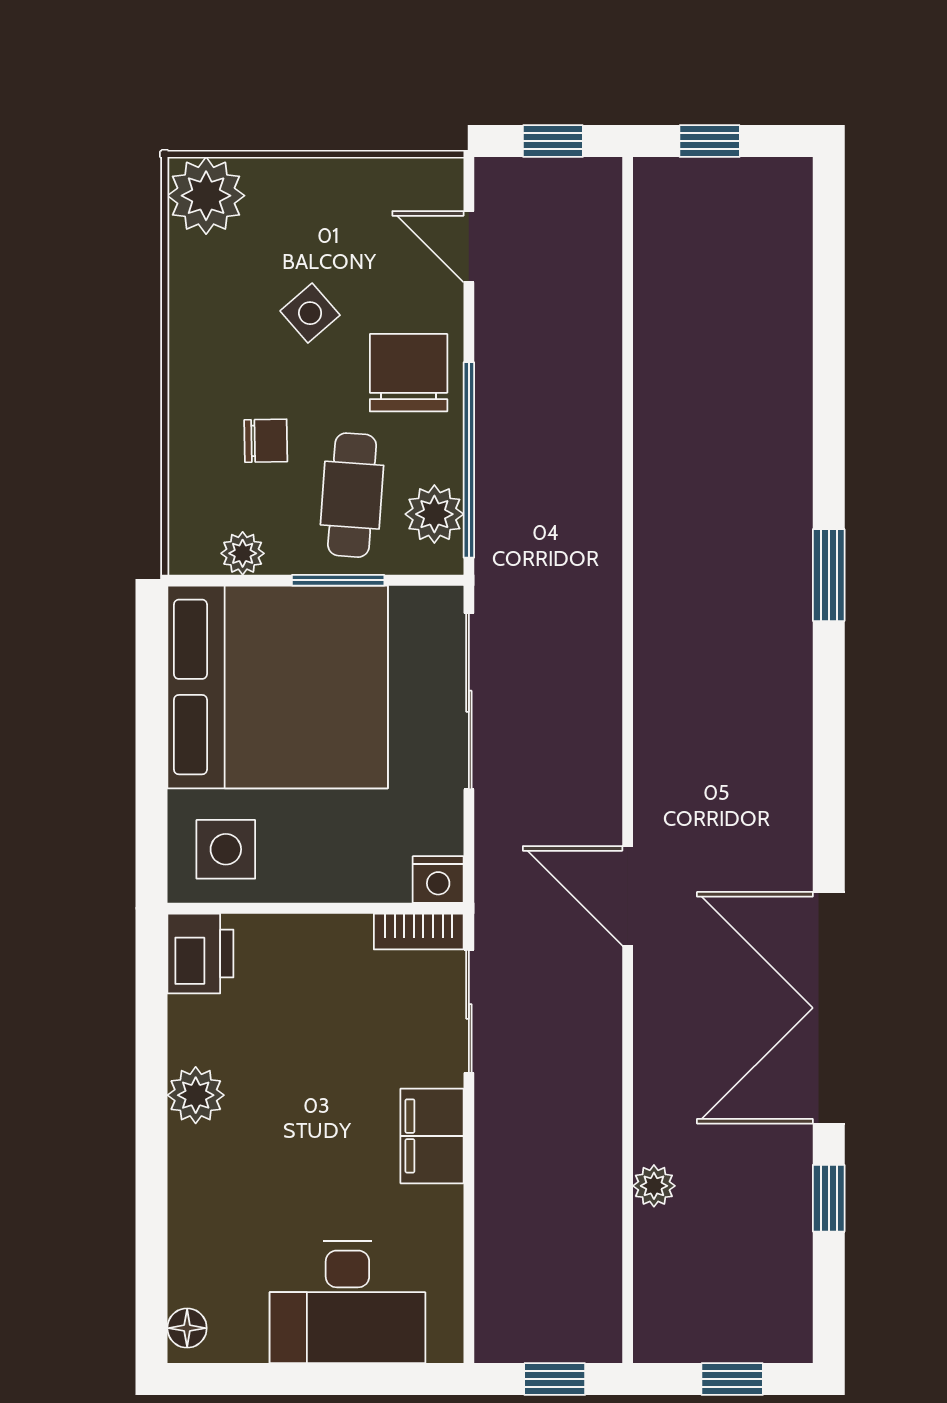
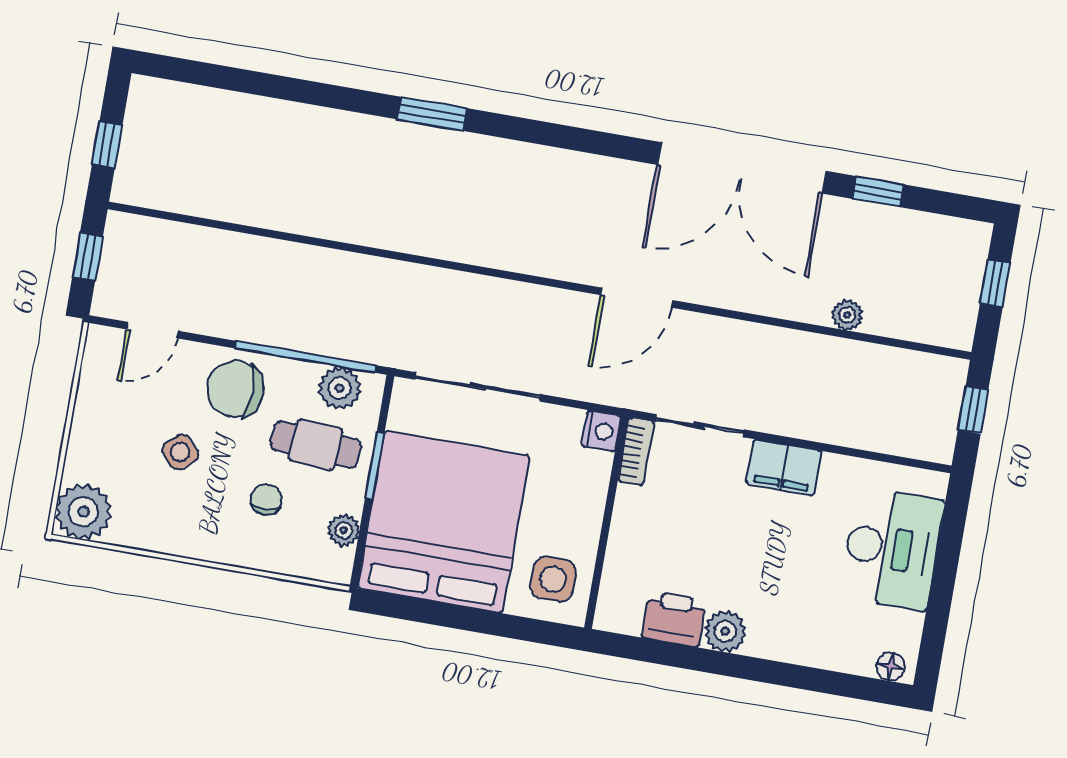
printer: (200, 953) -> (674, 619), moved

